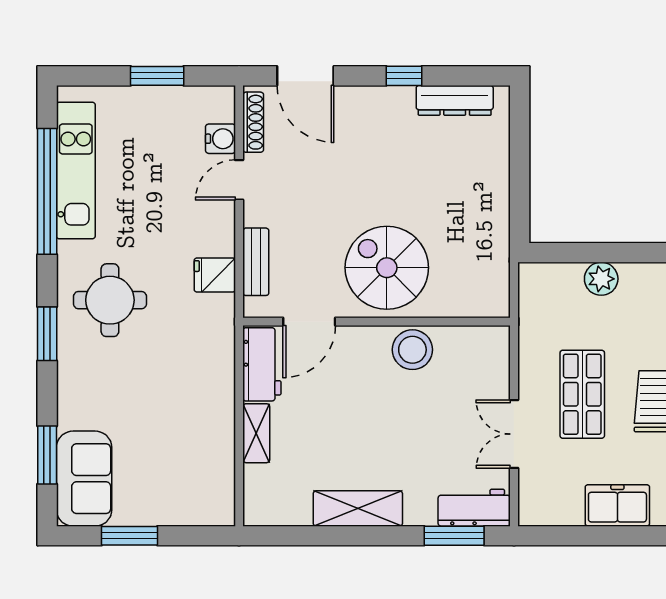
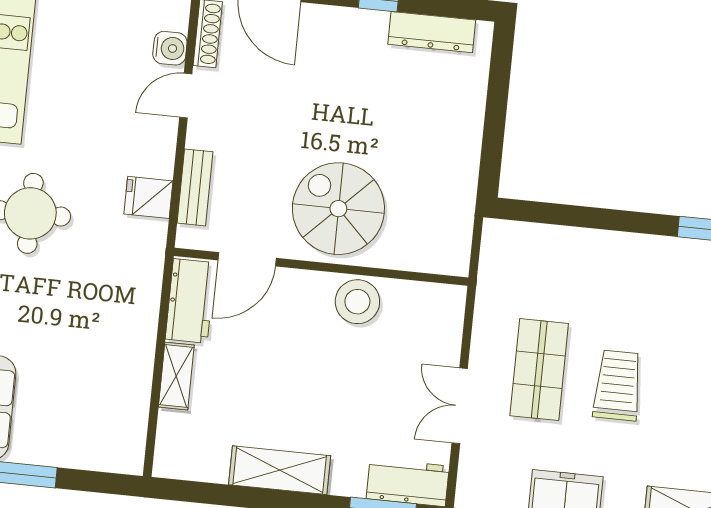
plant: (601, 279) -> (573, 245), removed

